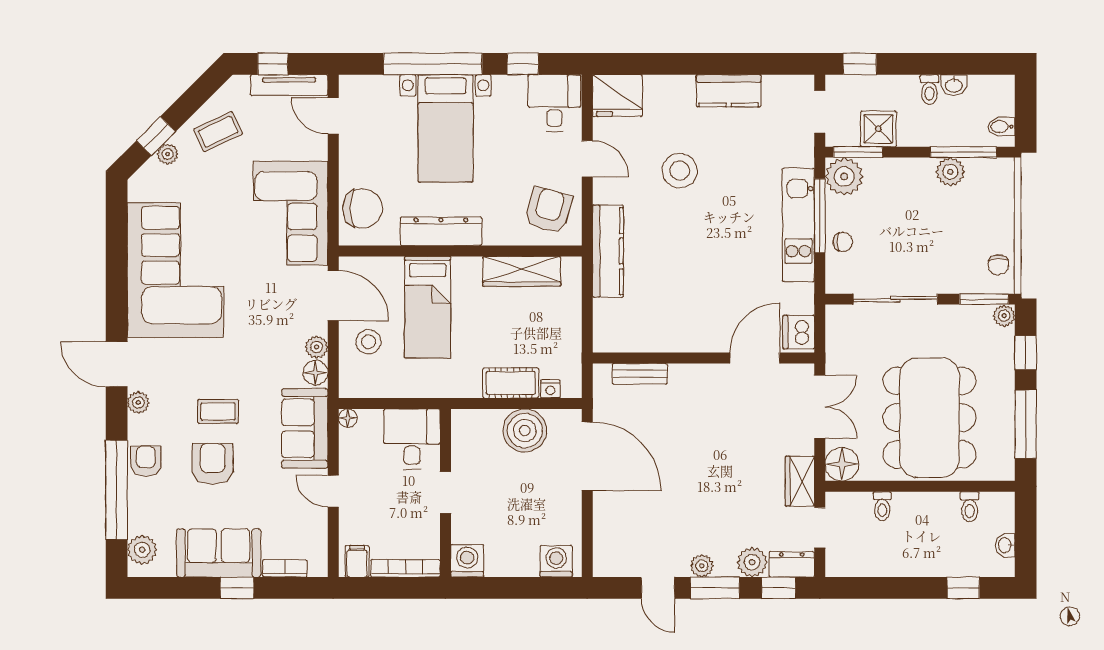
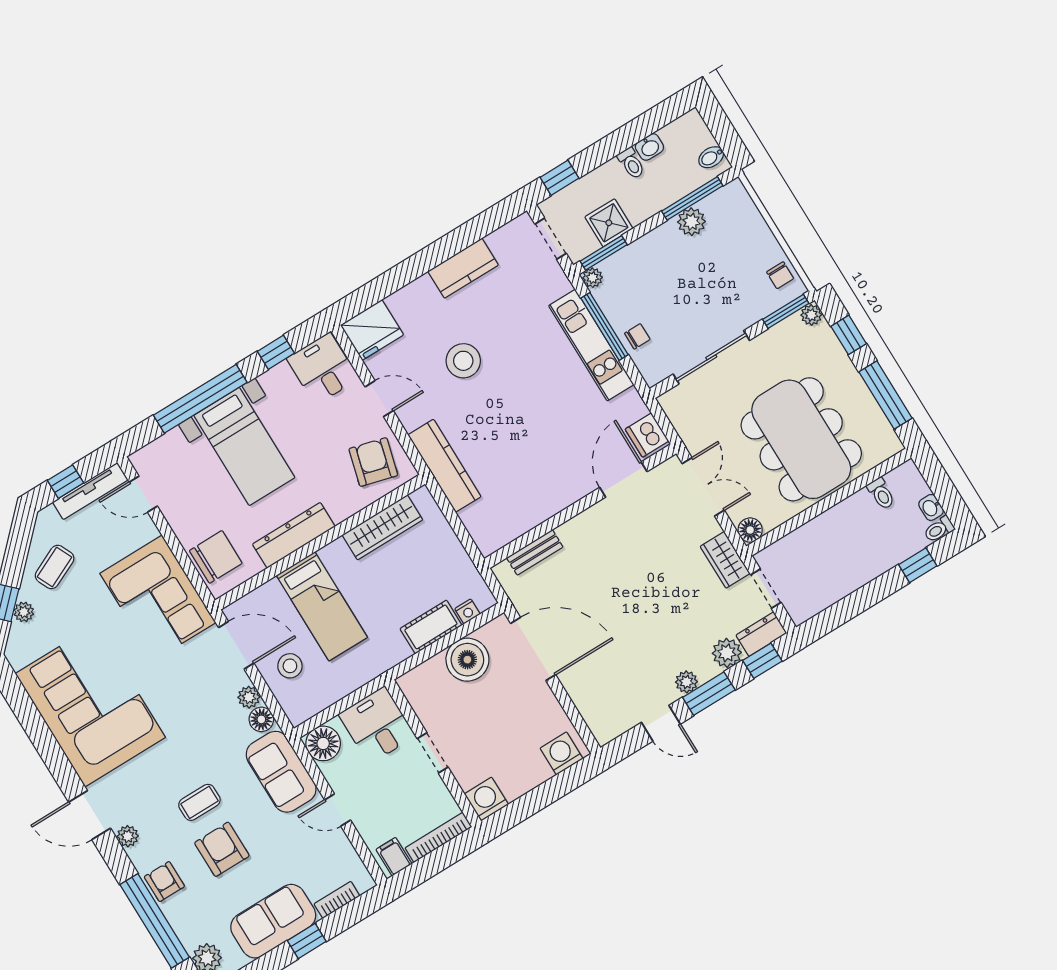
plant: (844, 176) -> (593, 278), width x0.53, depth x0.53
floor lamp: (348, 418) -> (323, 743), width x1.89, depth x1.89
floor lamp: (842, 464) -> (750, 530), width x0.73, depth x0.73
toilet: (882, 506) -> (939, 529), moved, turned 90

